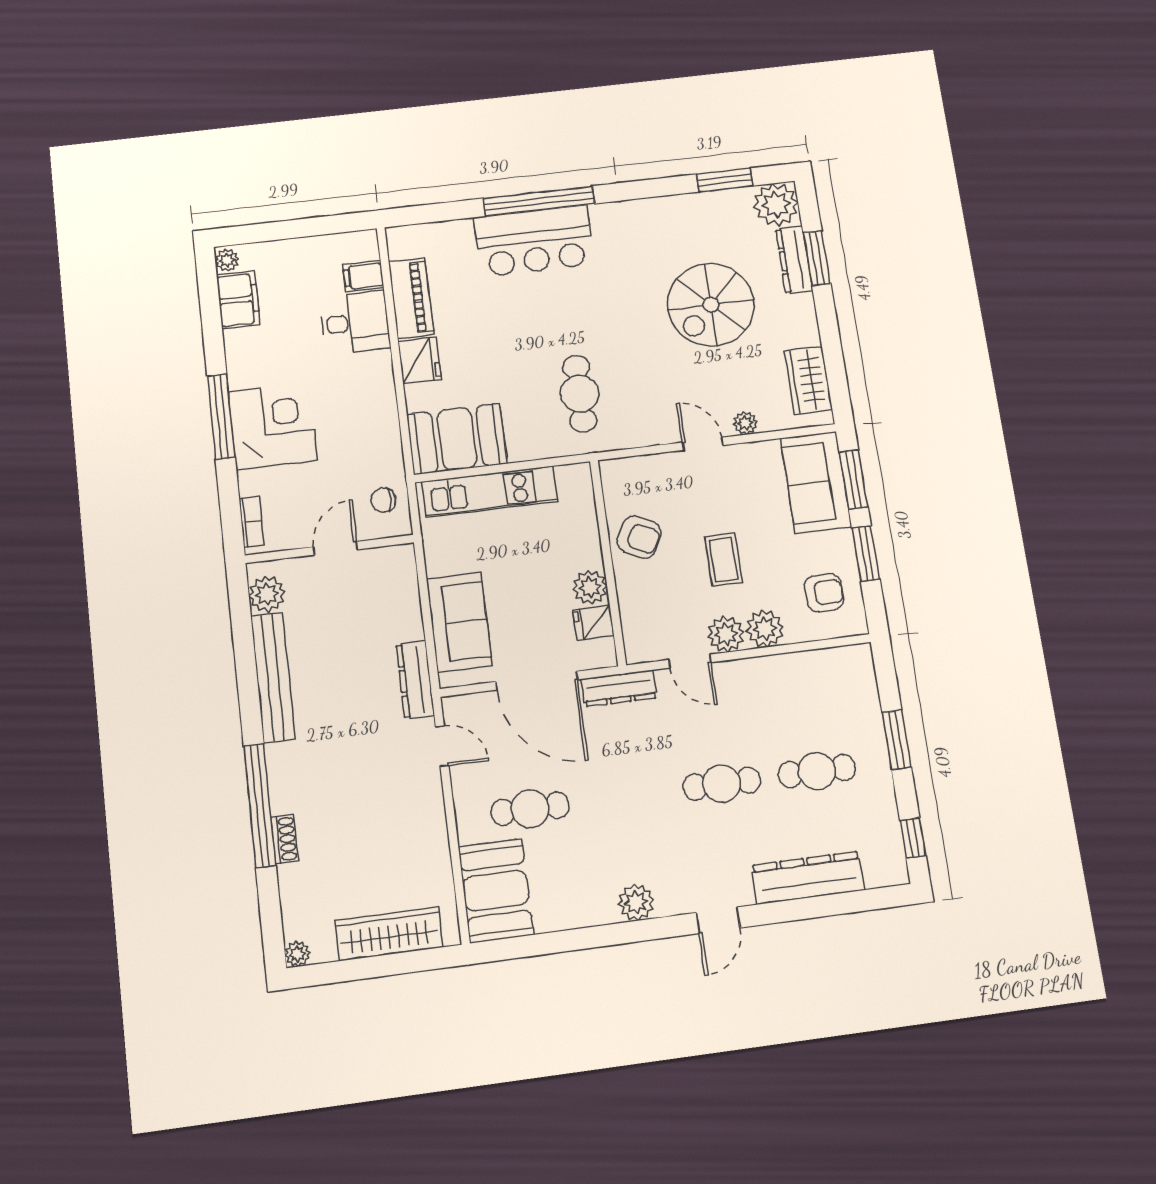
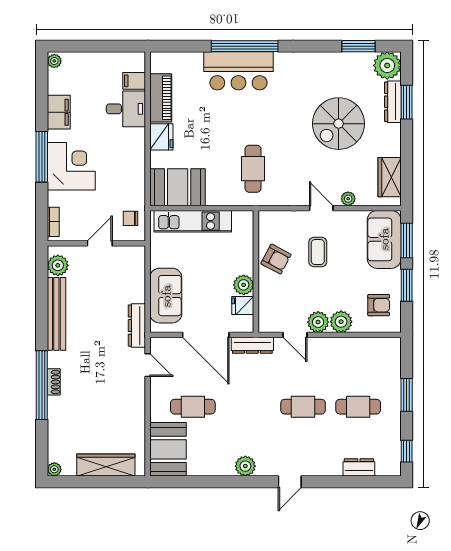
filing cabinet: (238, 300) -> (59, 112), moved
coffee table: (723, 559) -> (318, 252), moved
shoe rack: (285, 839) -> (54, 382), moved
dresser: (808, 878) -> (359, 467), width x0.51, depth x0.80

